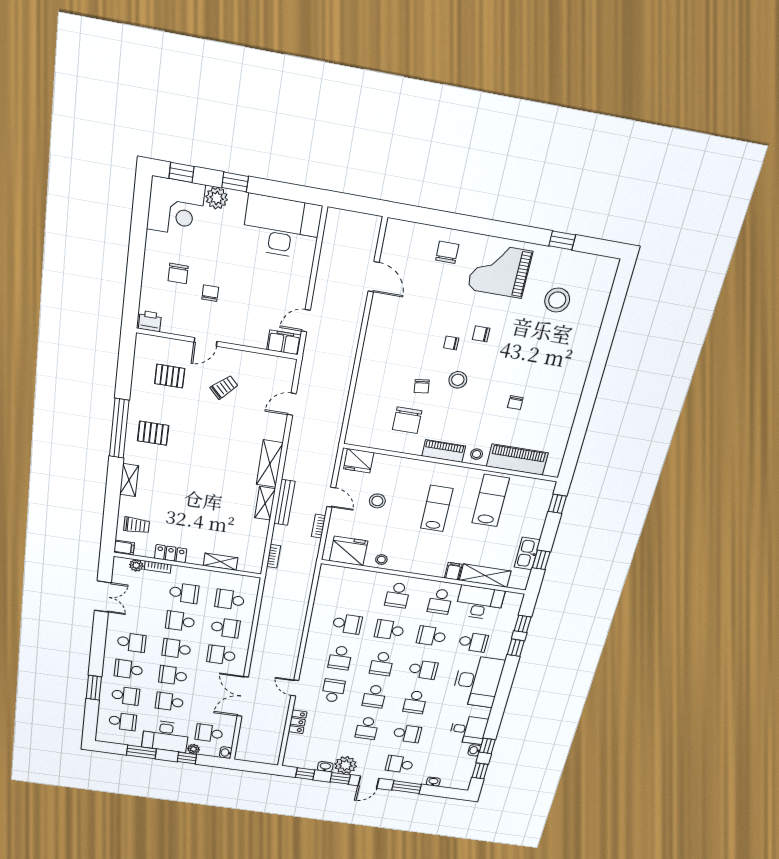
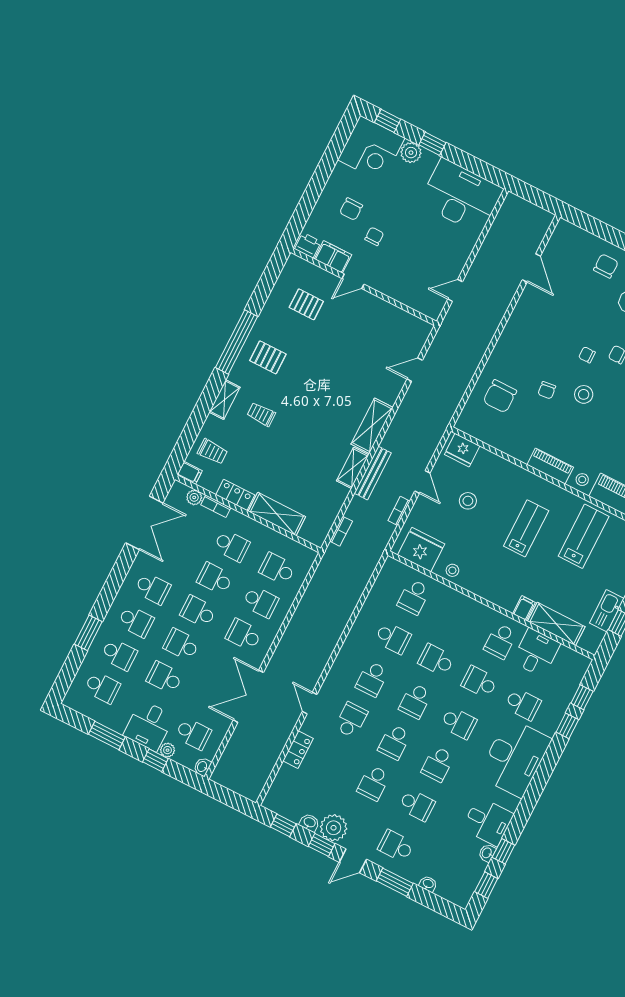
filing cabinet: (284, 342) -> (333, 257), moved
trolley: (224, 387) -> (261, 414), moved, turned -136
chair: (407, 420) -> (500, 396), moved
shelving: (221, 562) -> (277, 514), width x1.50, depth x1.33
school desk: (397, 595) -> (414, 597), moved
double door: (103, 597) -> (144, 523), width x1.37
desk: (480, 603) -> (536, 653), width x0.73
school desk: (129, 669) -> (136, 621), turned 180
school desk: (209, 733) -> (193, 734), turned 180
desk: (165, 736) -> (149, 726), width x0.73

